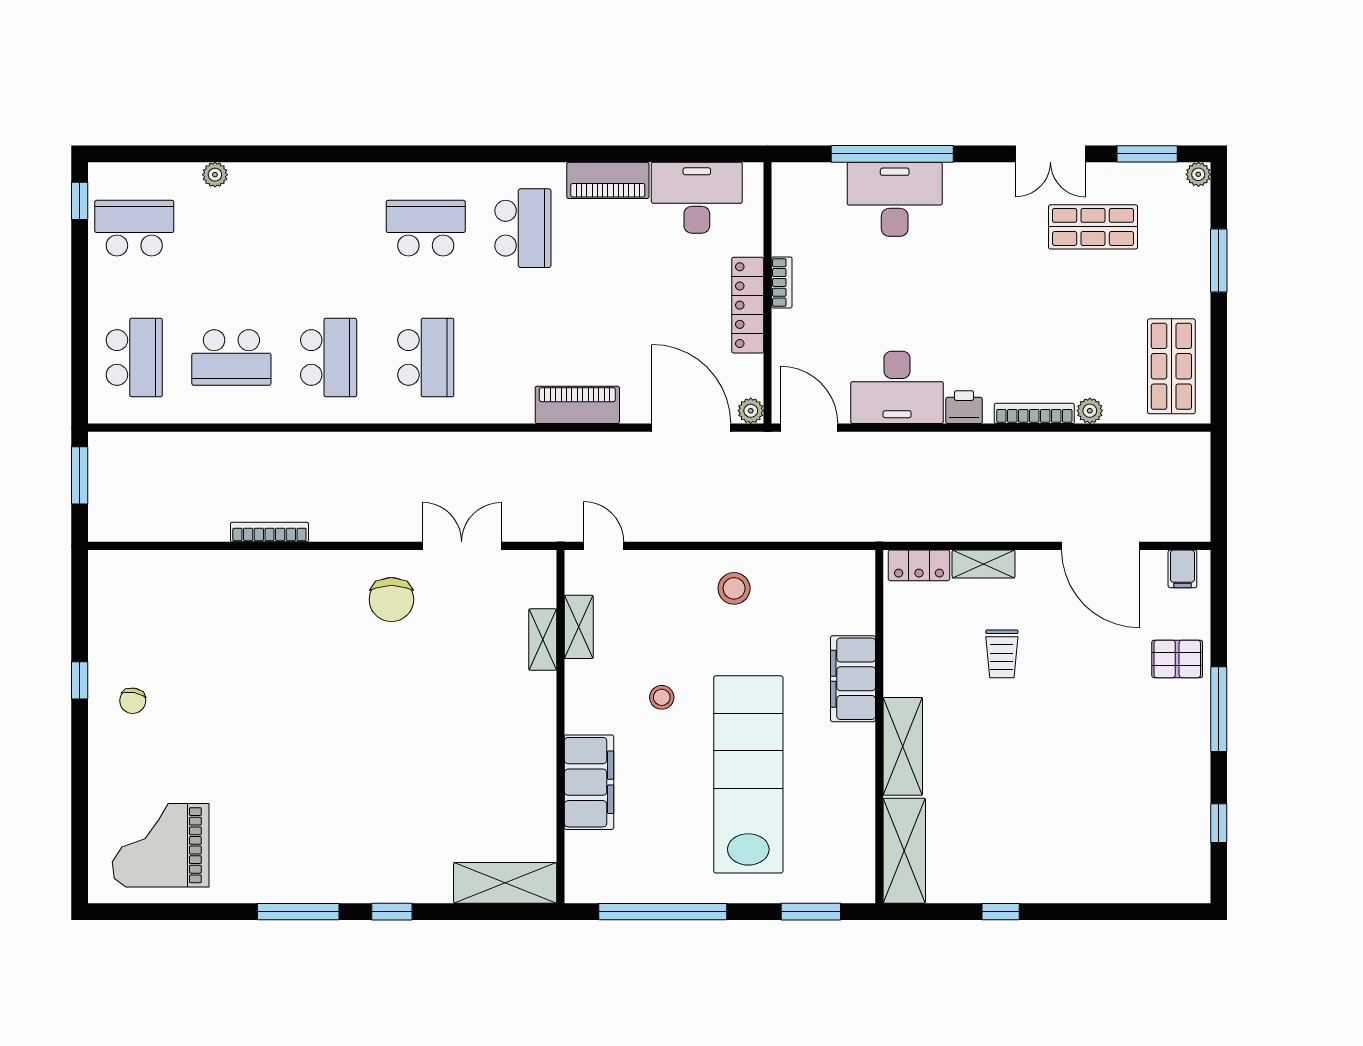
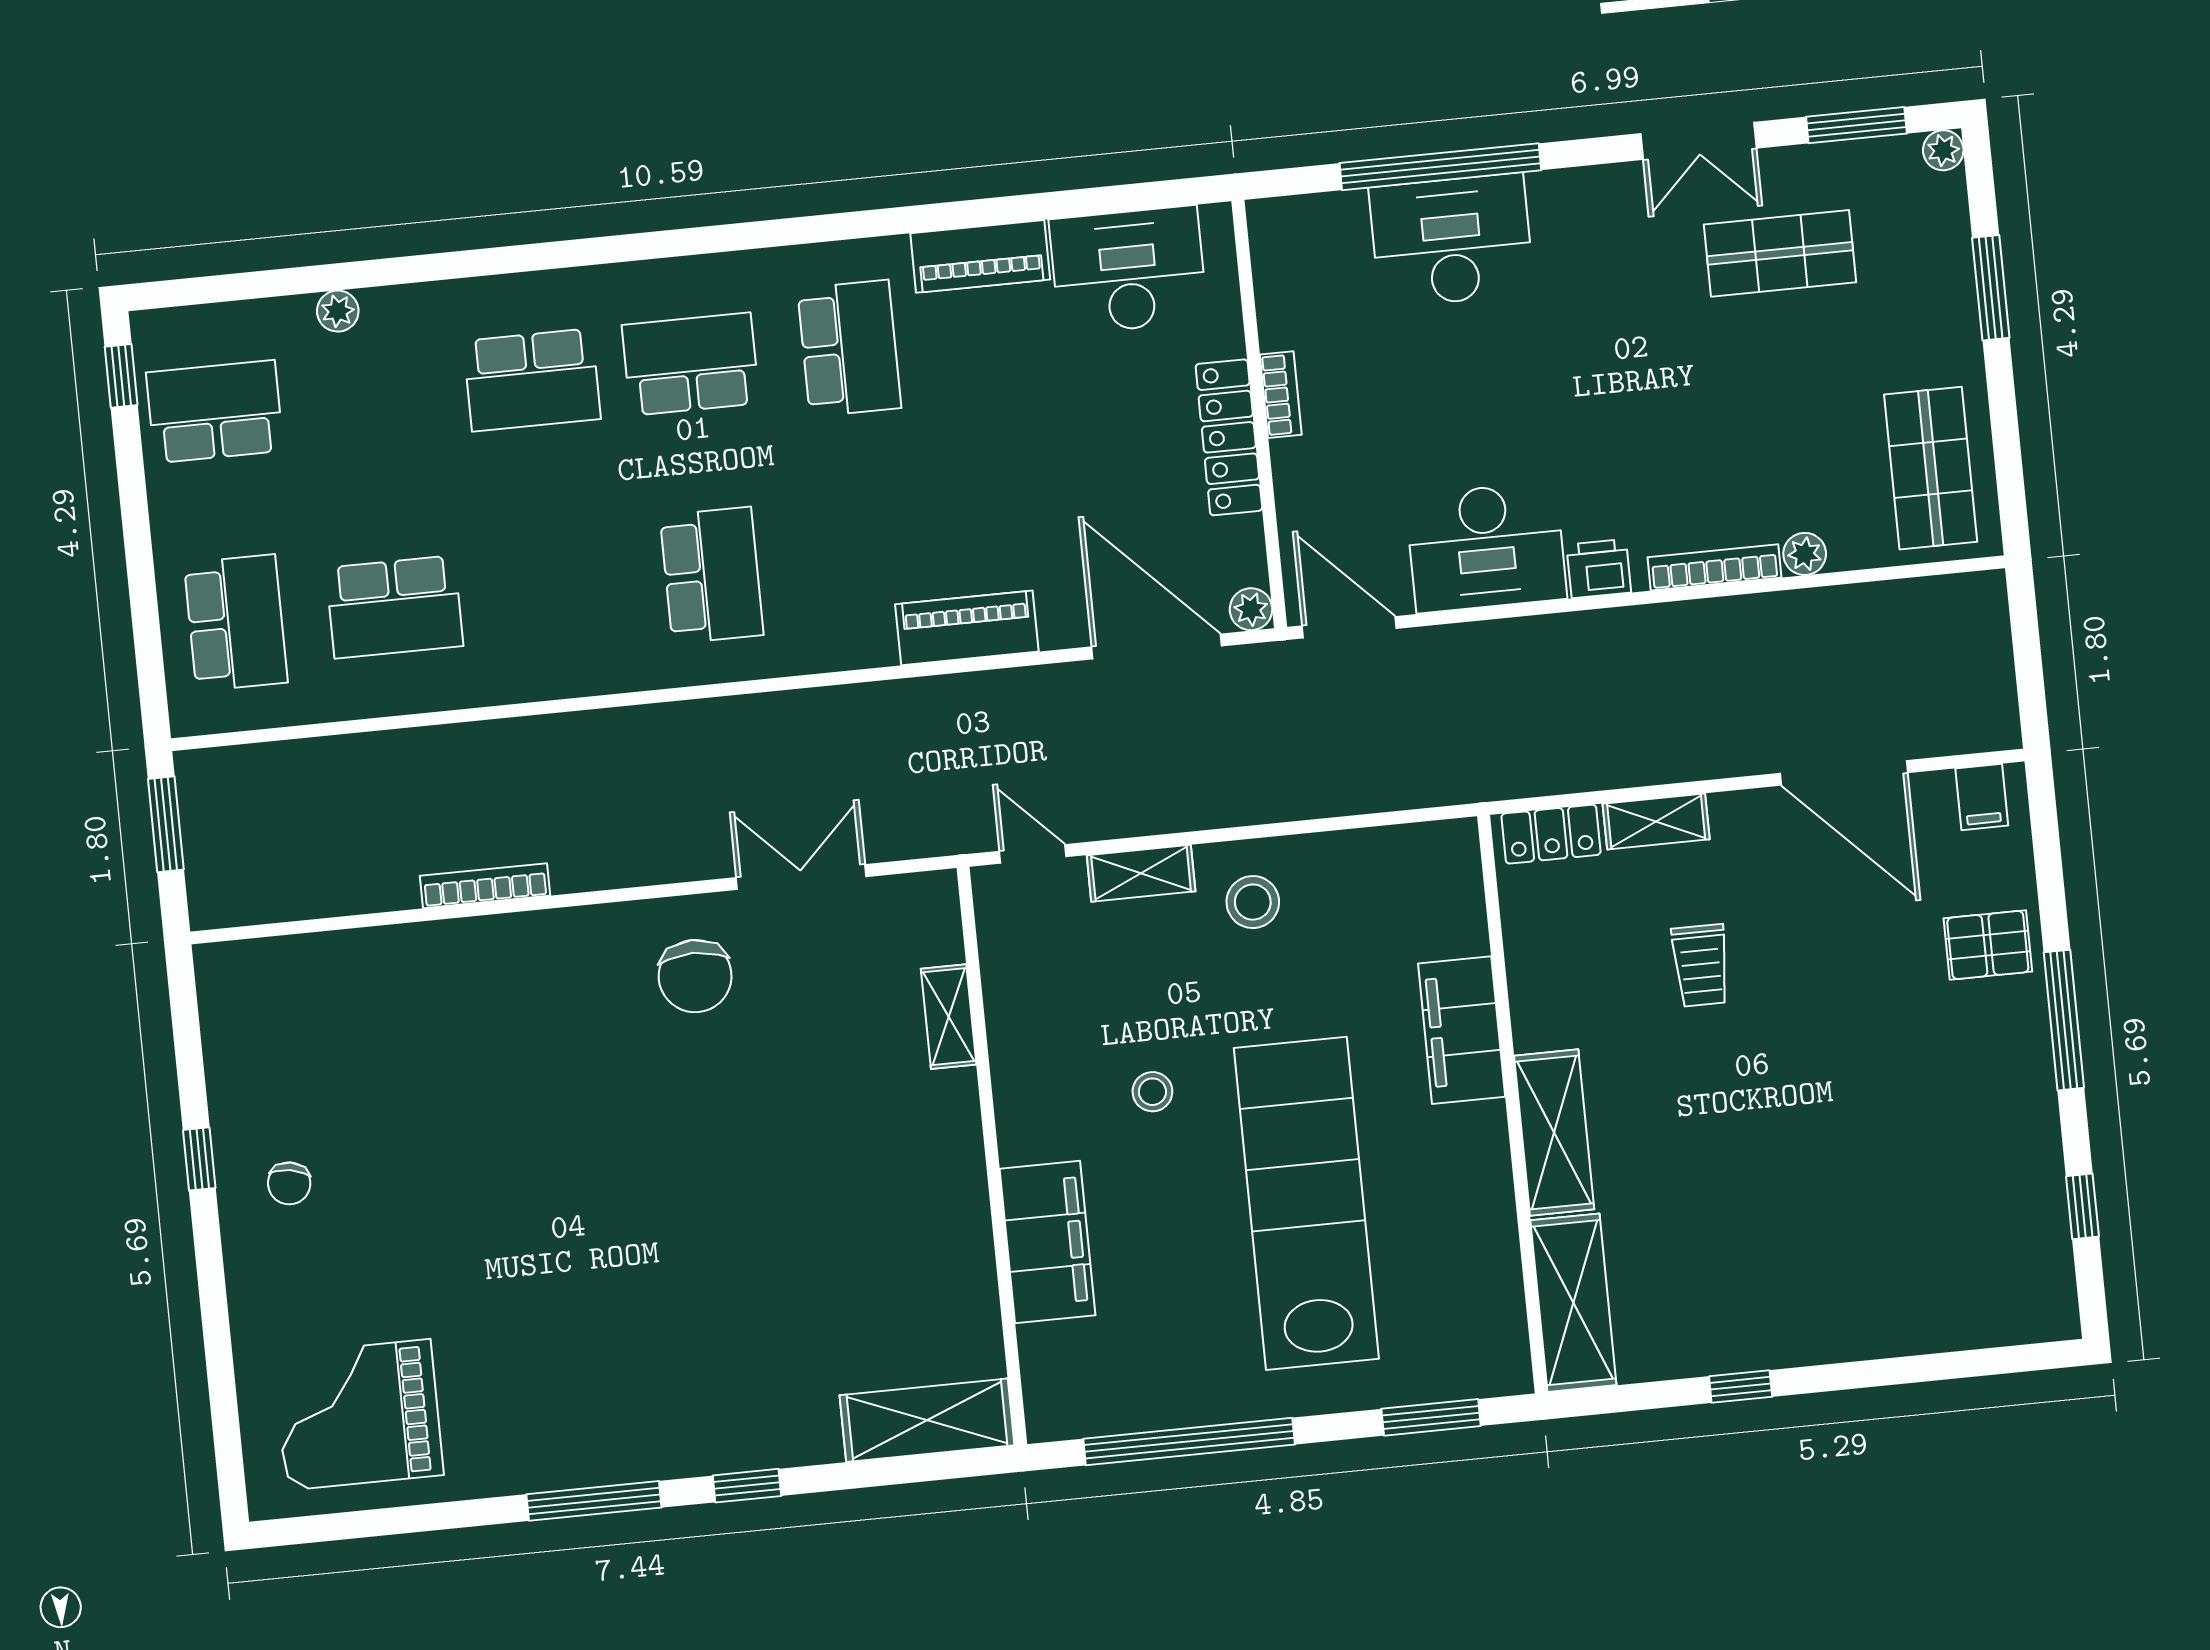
school desk: (329, 357) -> (532, 380), moved, turned 90
shelving: (579, 627) -> (1141, 873), moved, turned 90

